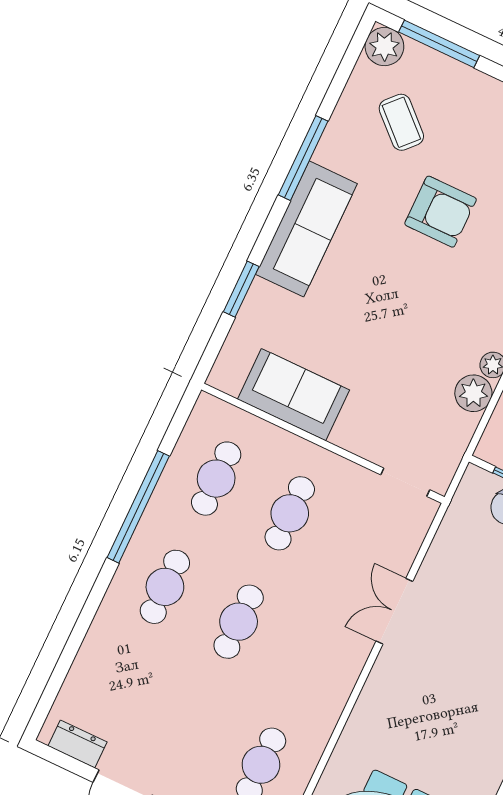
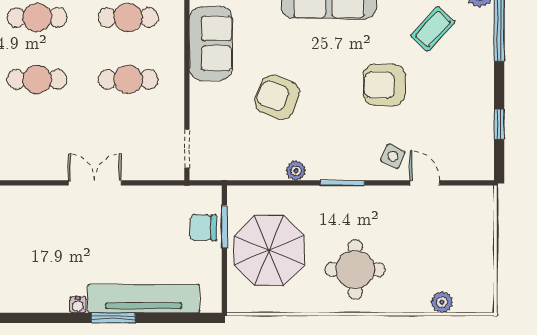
armchair: (441, 212) -> (384, 85), turned 90
armchair: (395, 346) -> (277, 97), added
plant: (473, 393) -> (270, 166), removed

